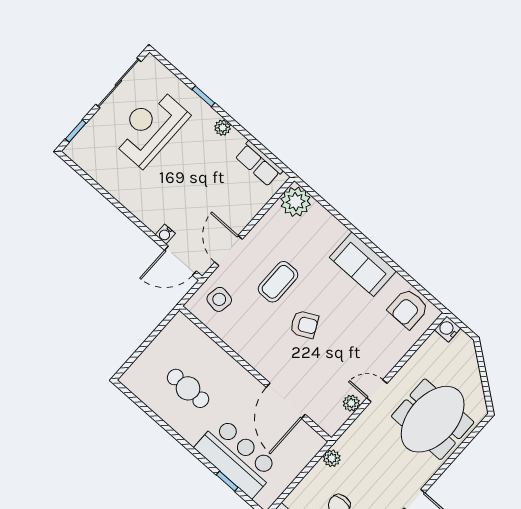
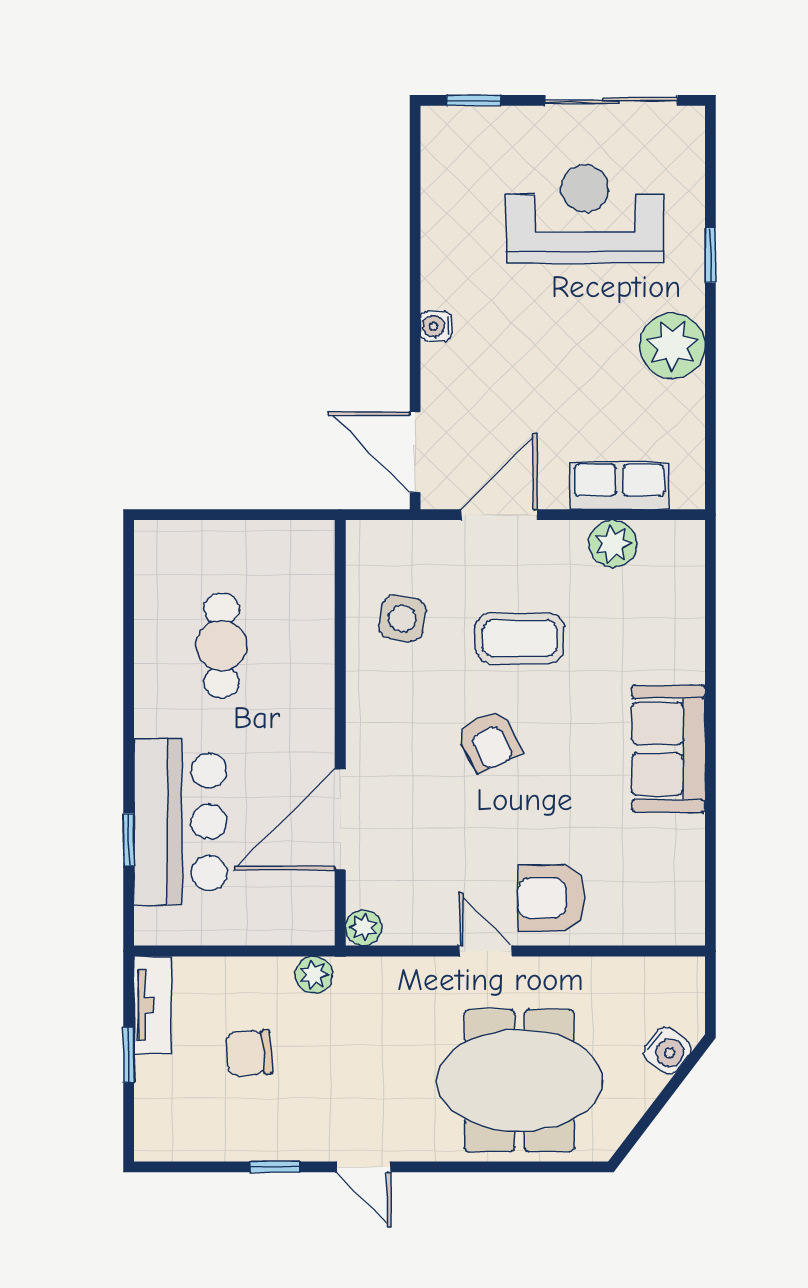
plant: (223, 128) -> (672, 346), width x1.88, depth x1.88
row of seats: (259, 164) -> (619, 486), moved, turned 90
plant: (296, 202) -> (613, 544), moved, width x0.73, depth x0.73
water cooler: (165, 234) -> (436, 326), moved
side table: (219, 299) -> (402, 618), moved
armchair: (408, 309) -> (551, 898), moved
water cooler: (448, 329) -> (667, 1051), moved, turned 127
plant: (351, 403) -> (363, 928), moved

